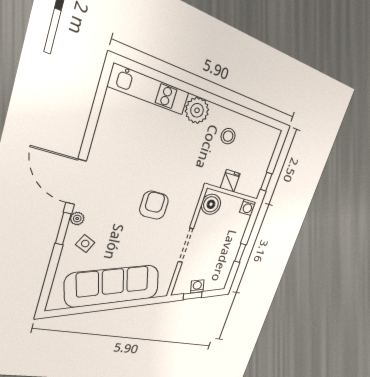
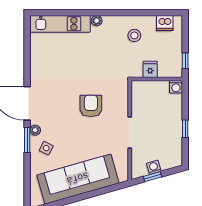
plant: (197, 110) -> (97, 21), width x0.53, depth x0.53
dishwasher: (263, 133) -> (165, 23), added
boiler: (211, 204) -> (140, 93), removed

